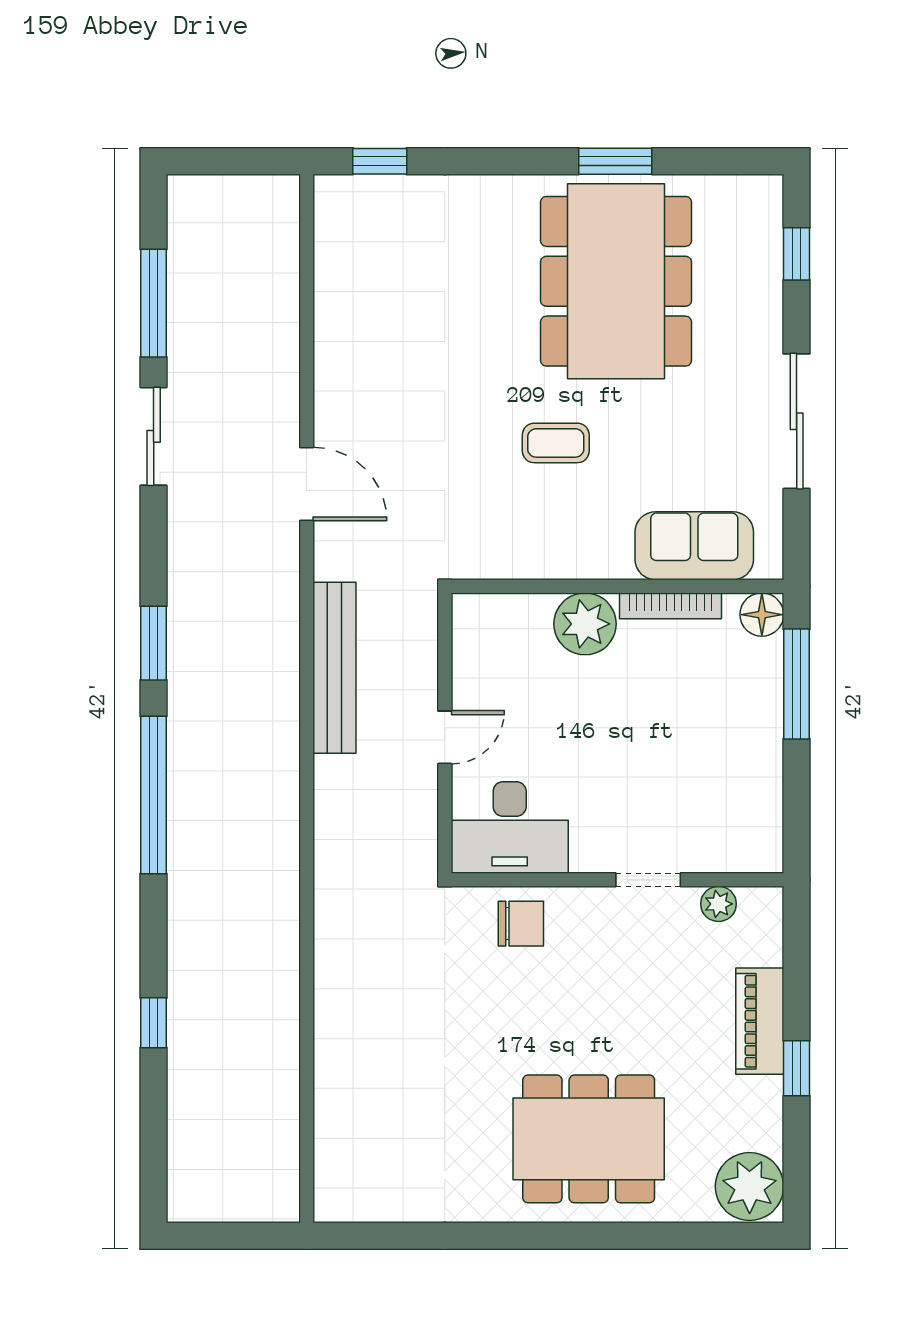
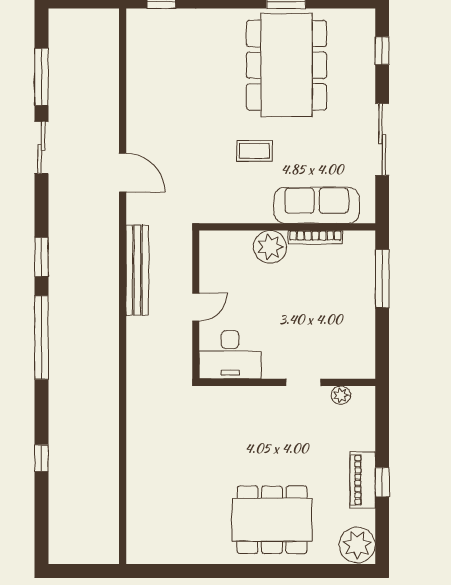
sofa: (694, 546) -> (317, 205), width x1.36
floor lamp: (762, 615) -> (364, 242), removed
chair: (521, 924) -> (236, 406), removed
piano: (760, 1021) -> (363, 480), moved

